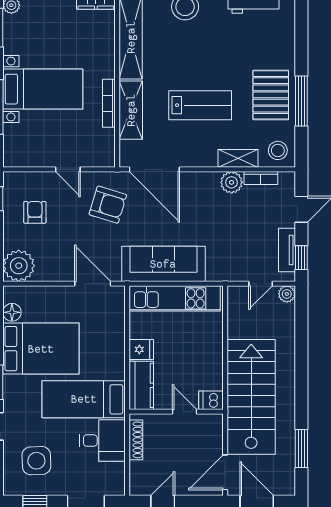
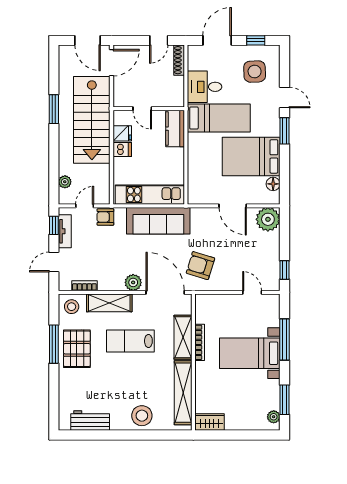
shelving: (238, 158) -> (109, 303), width x1.50, depth x1.33
door: (68, 169) -> (252, 292), moved
plant: (232, 182) -> (133, 282), moved
armchair: (35, 212) -> (105, 217), moved, turned 90
door: (93, 284) -> (233, 206), moved
plant: (287, 294) -> (65, 182), moved
fridge: (141, 349) -> (122, 133), moved, turned 180
dishwasher: (211, 400) -> (122, 149), moved
shoe rack: (136, 440) -> (179, 60), moved
window: (301, 449) -> (54, 109), moved

